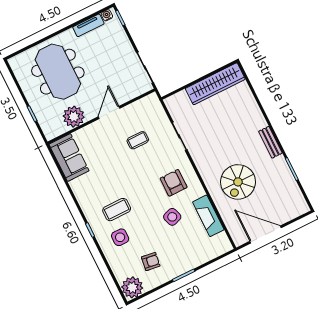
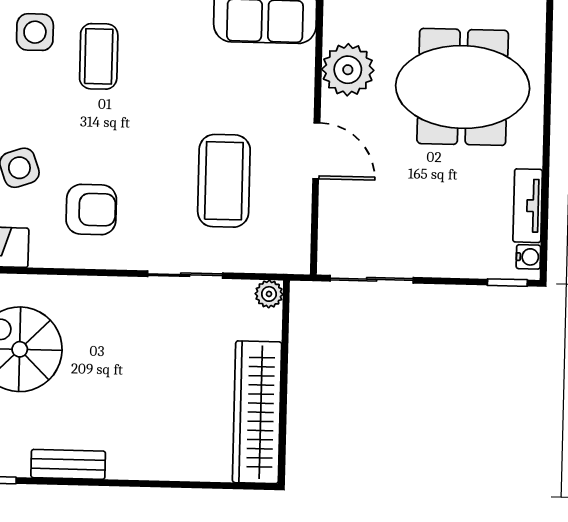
plant: (170, 102) -> (269, 294), added
coffee table: (138, 140) -> (224, 181), width x1.86, depth x1.72

